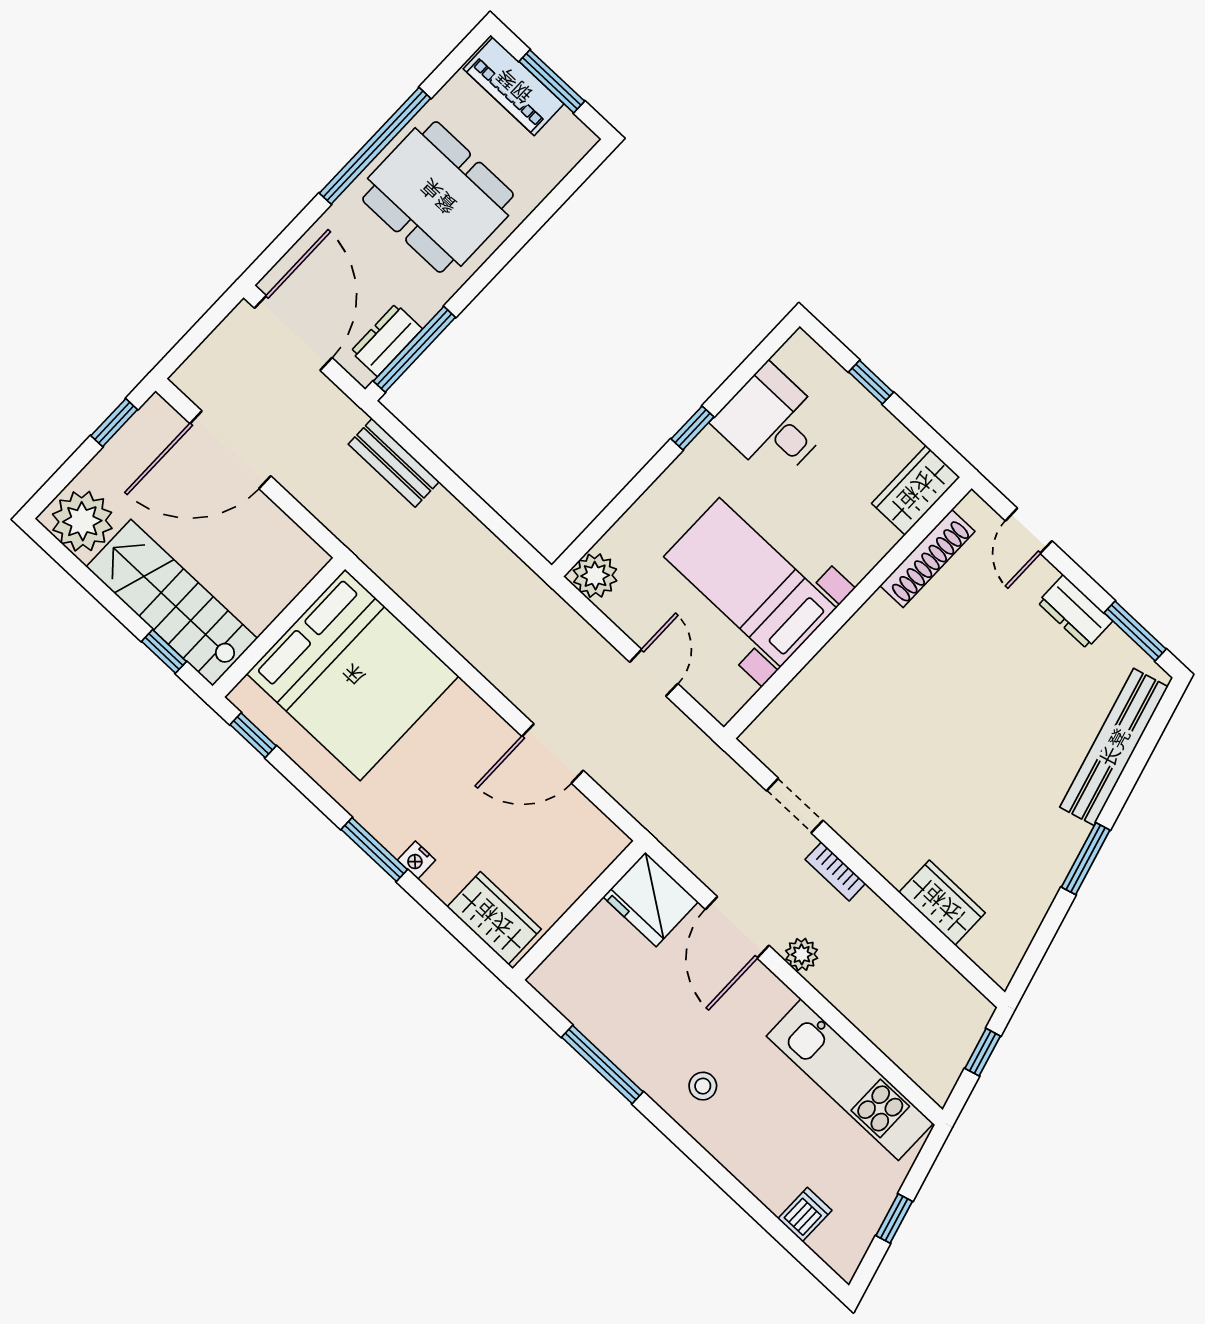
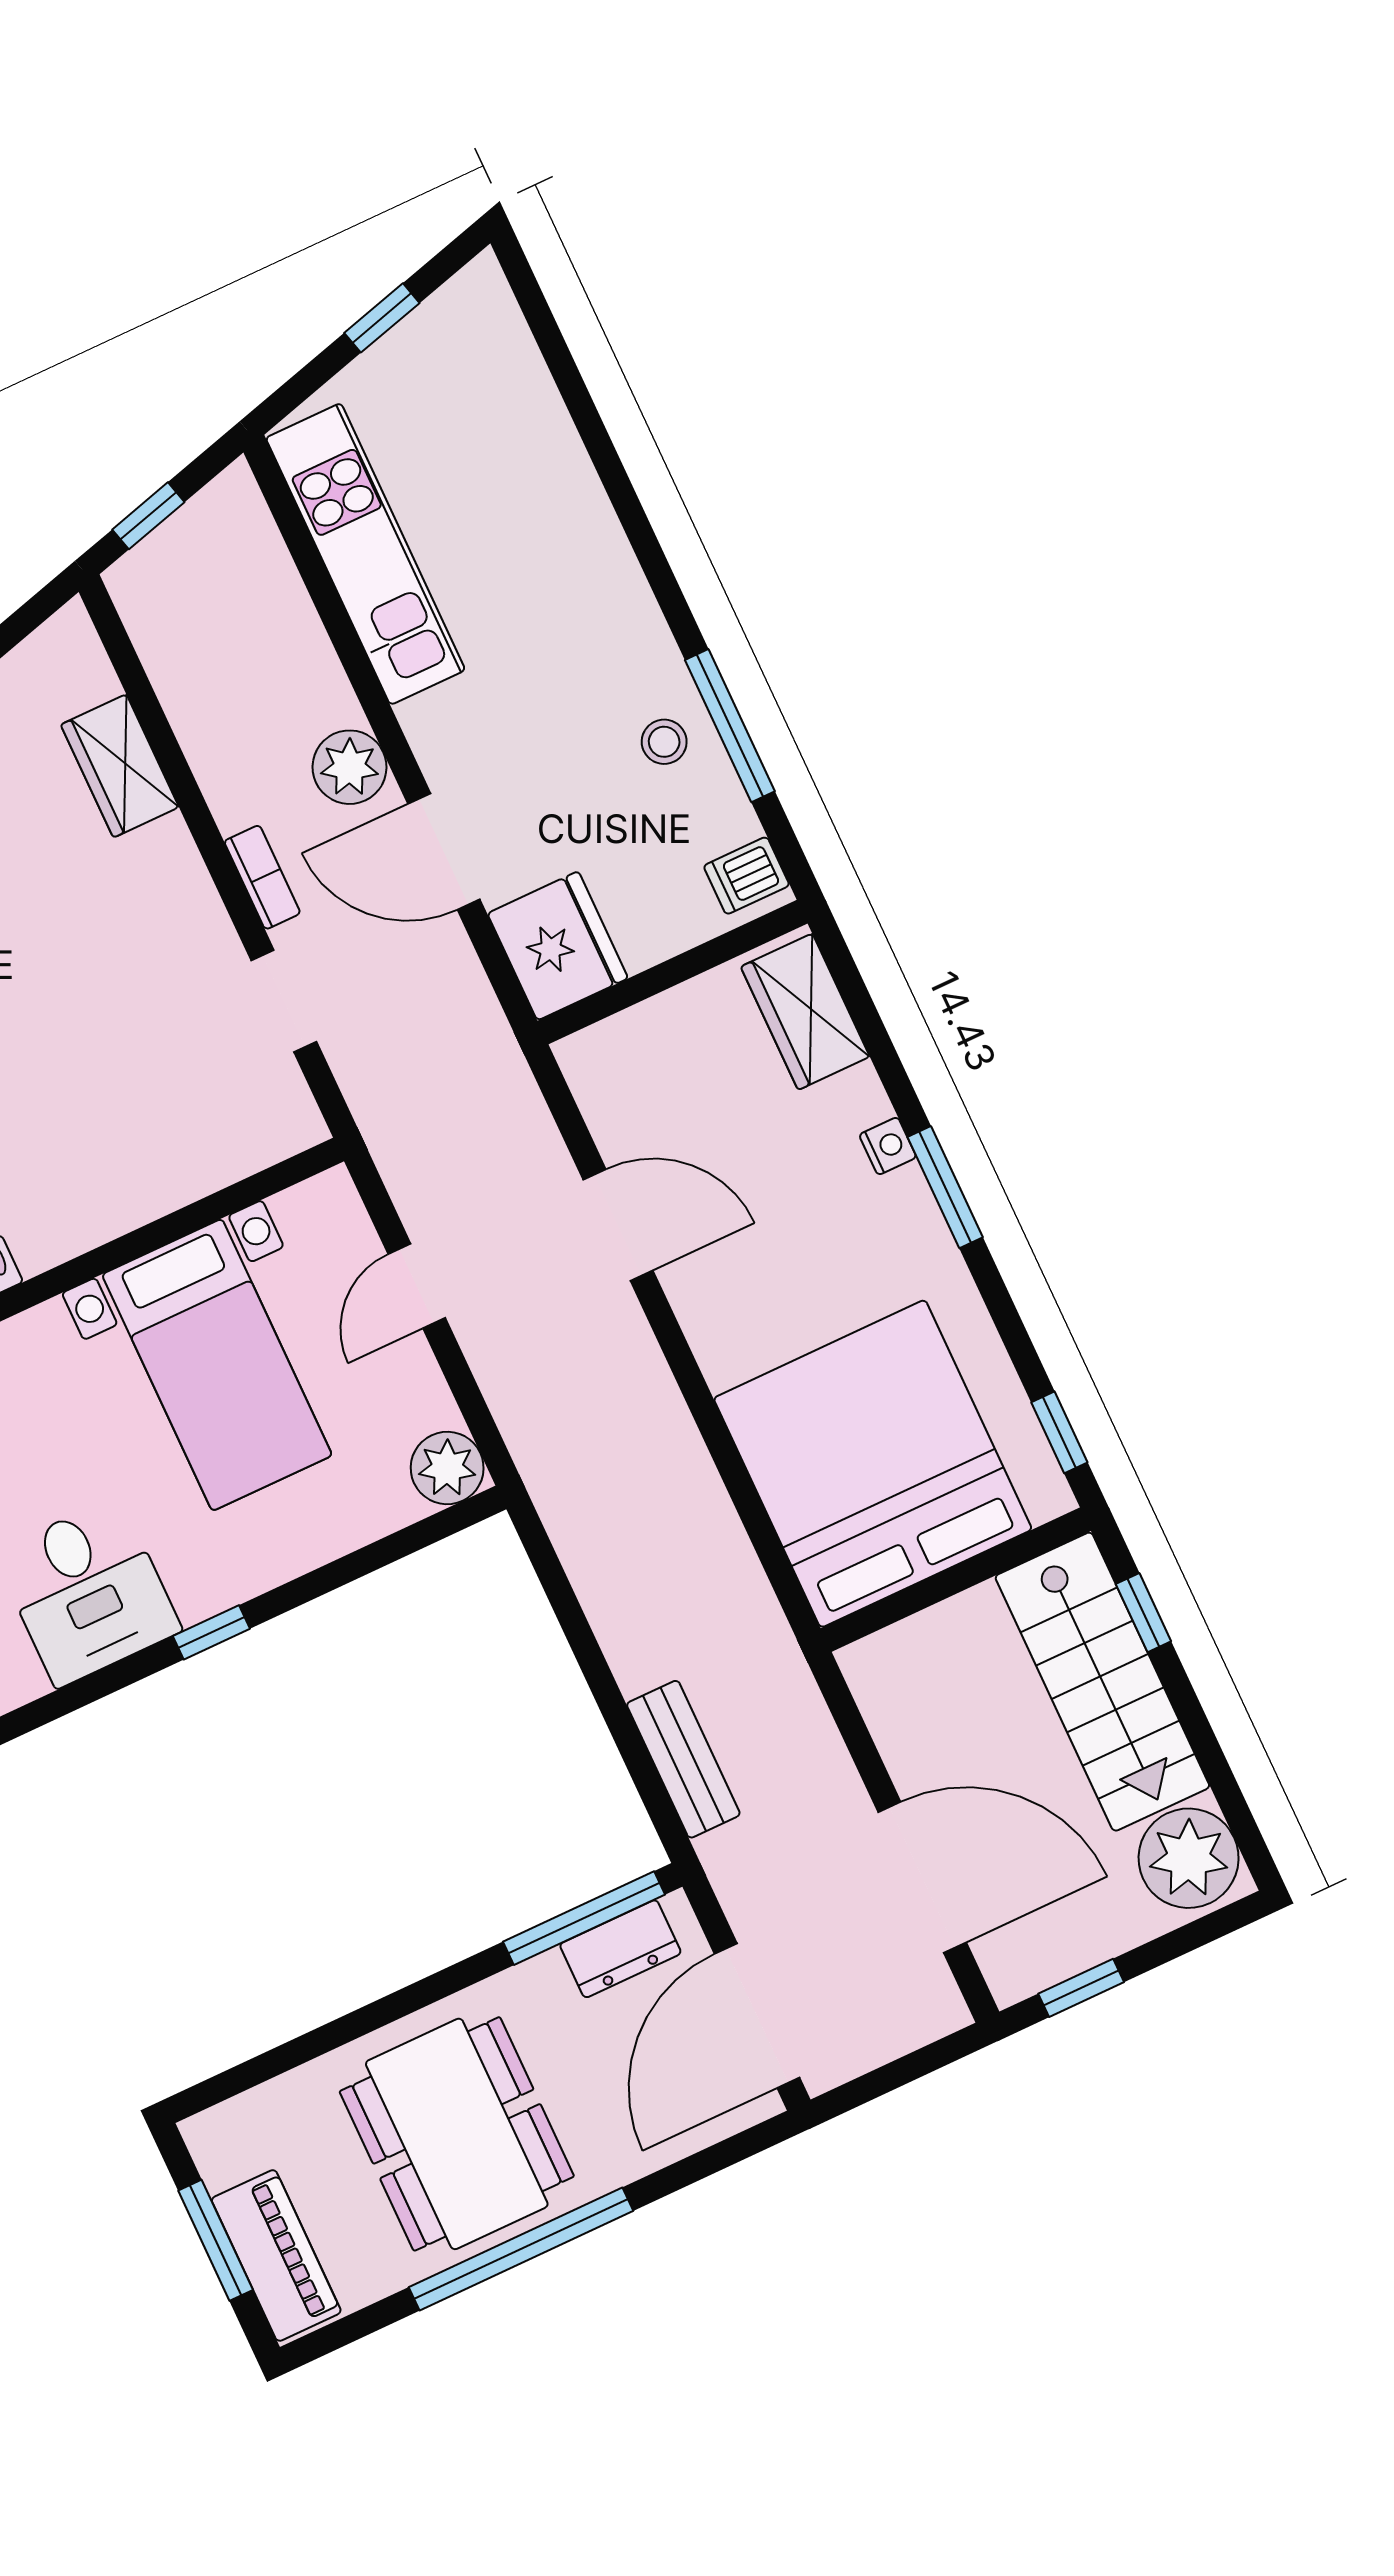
door: (737, 927) -> (444, 852), swing flipped
plant: (802, 954) -> (350, 767), width x1.38, depth x1.38
stool: (703, 1086) -> (664, 742), moved
dishwasher: (805, 1215) -> (747, 876), moved

